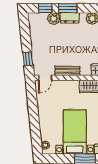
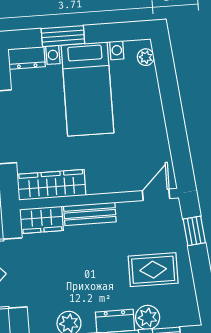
rug: (49, 41) -> (153, 270), added
bench: (67, 71) -> (90, 214), moved

